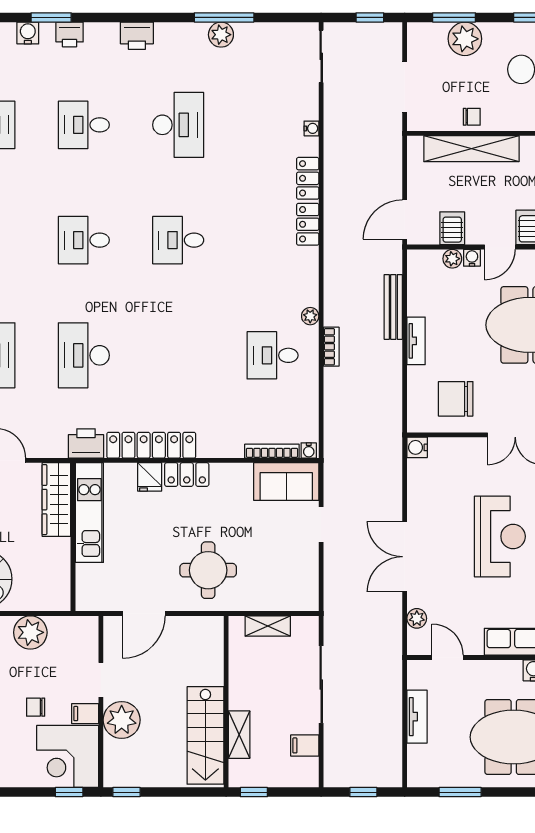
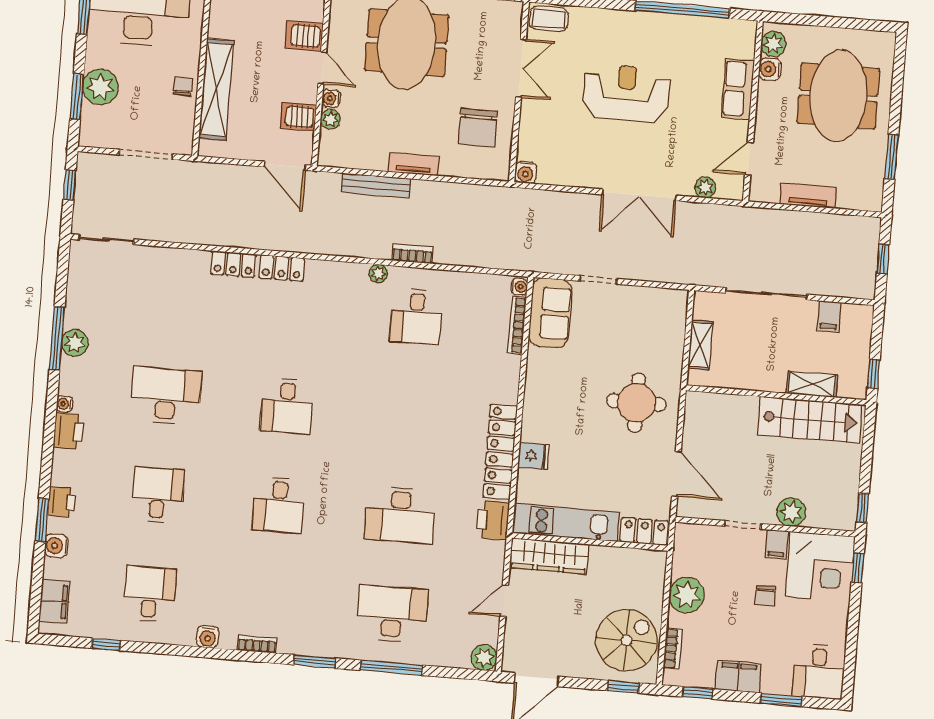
desk: (84, 125) -> (158, 495), turned 180
water cooler: (311, 128) -> (64, 404), moved, turned -90
locker: (187, 475) -> (644, 531), moved, turned -90
plant: (122, 720) -> (791, 512), width x0.73, depth x0.73

